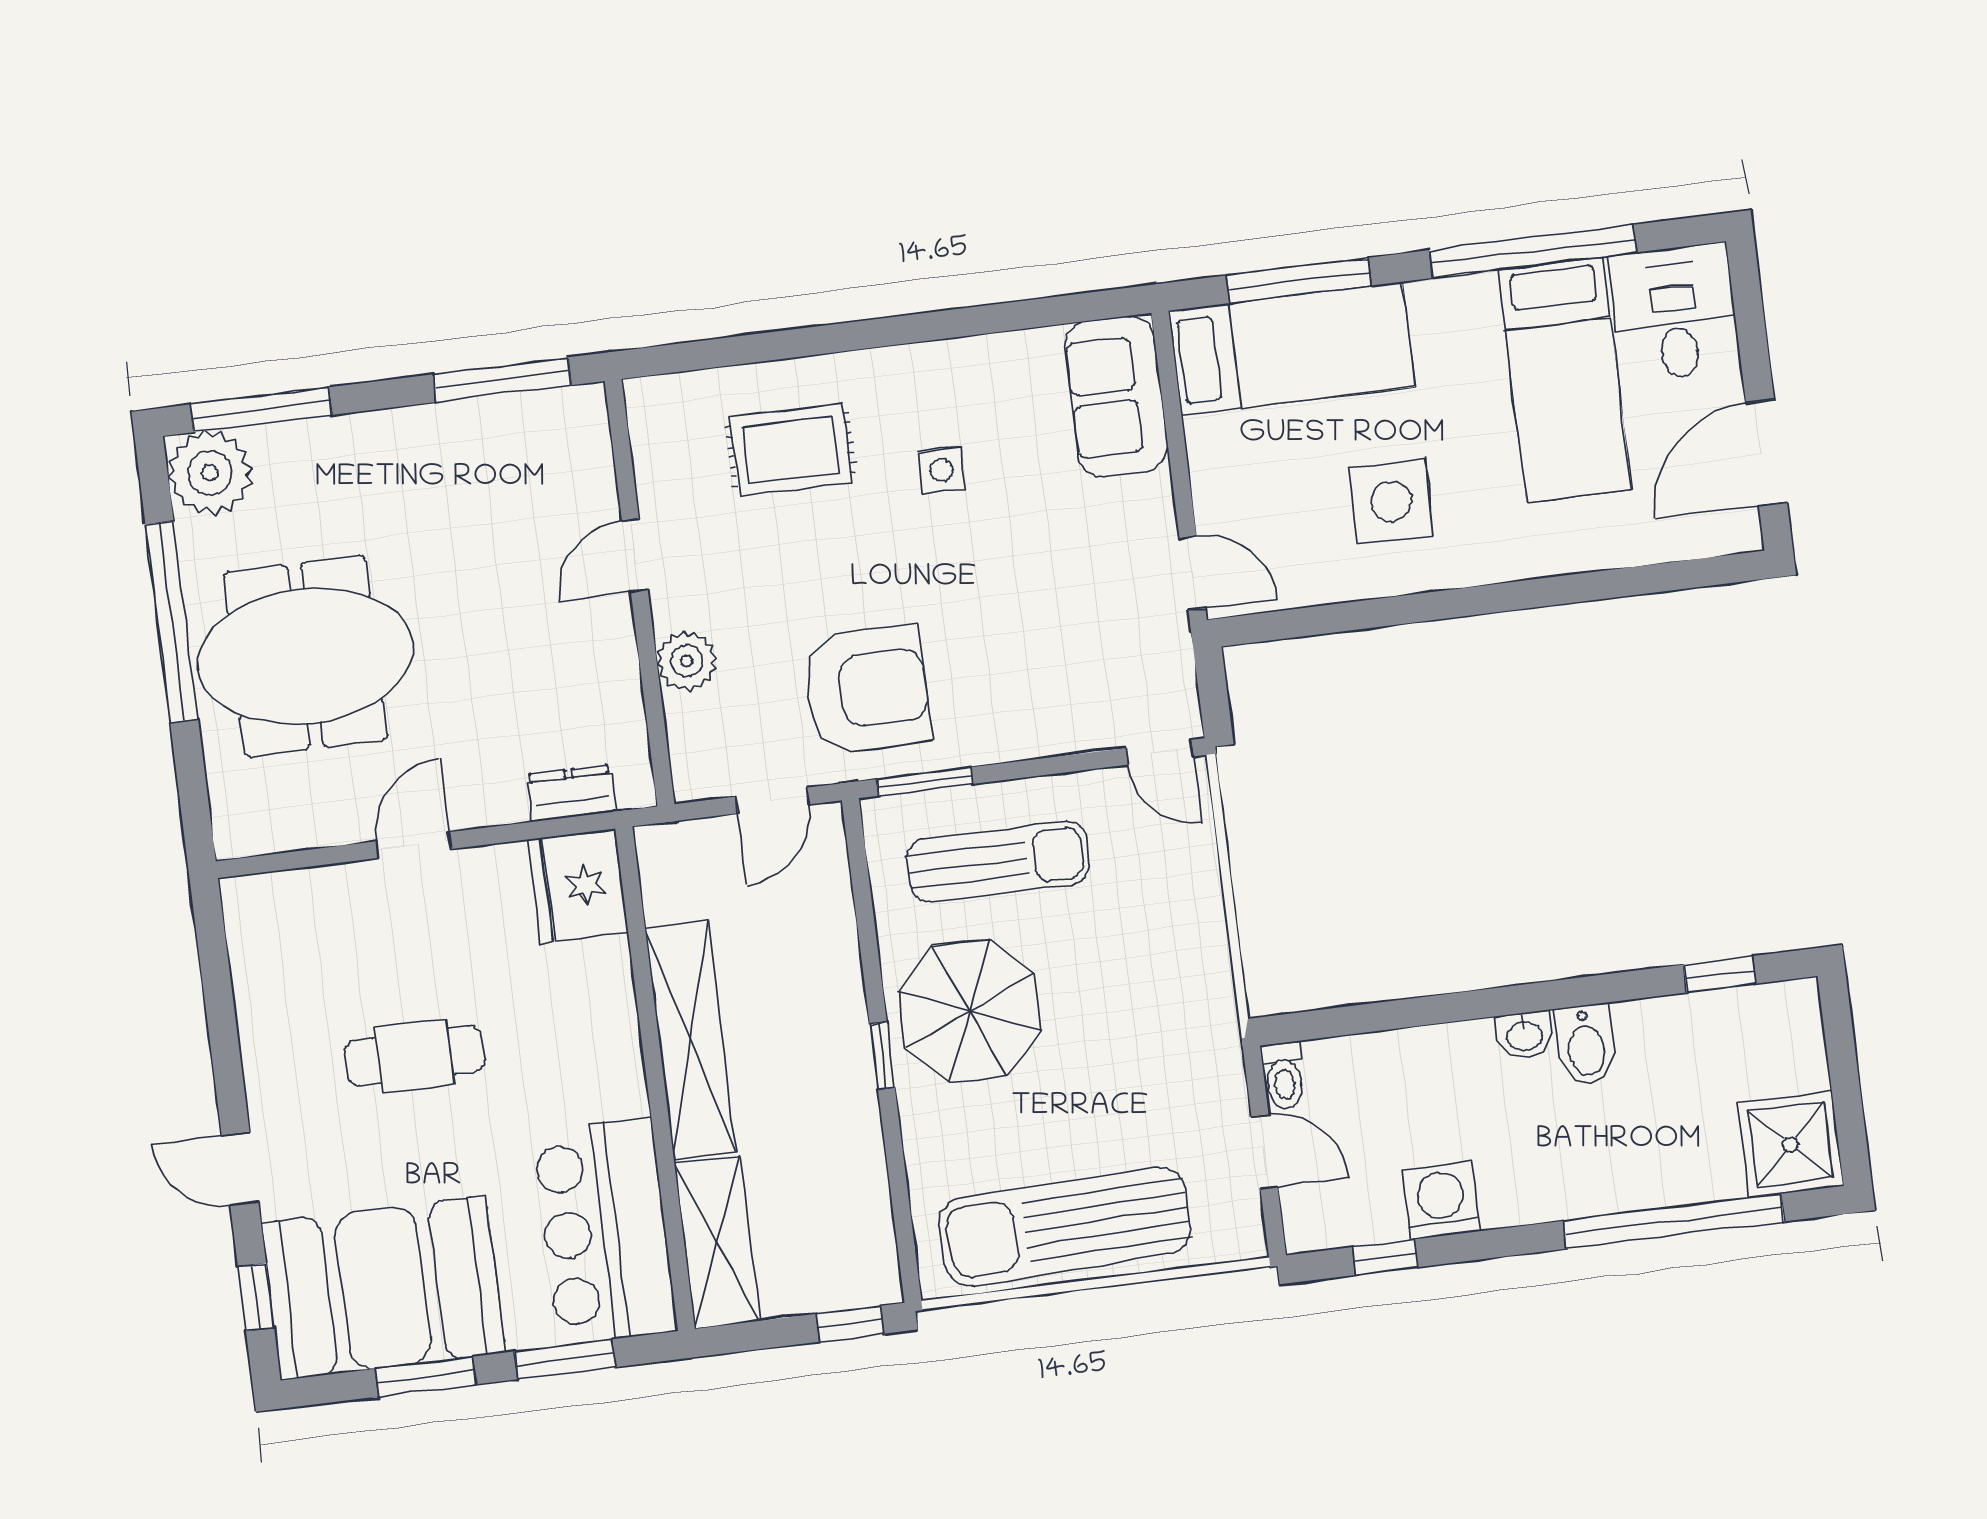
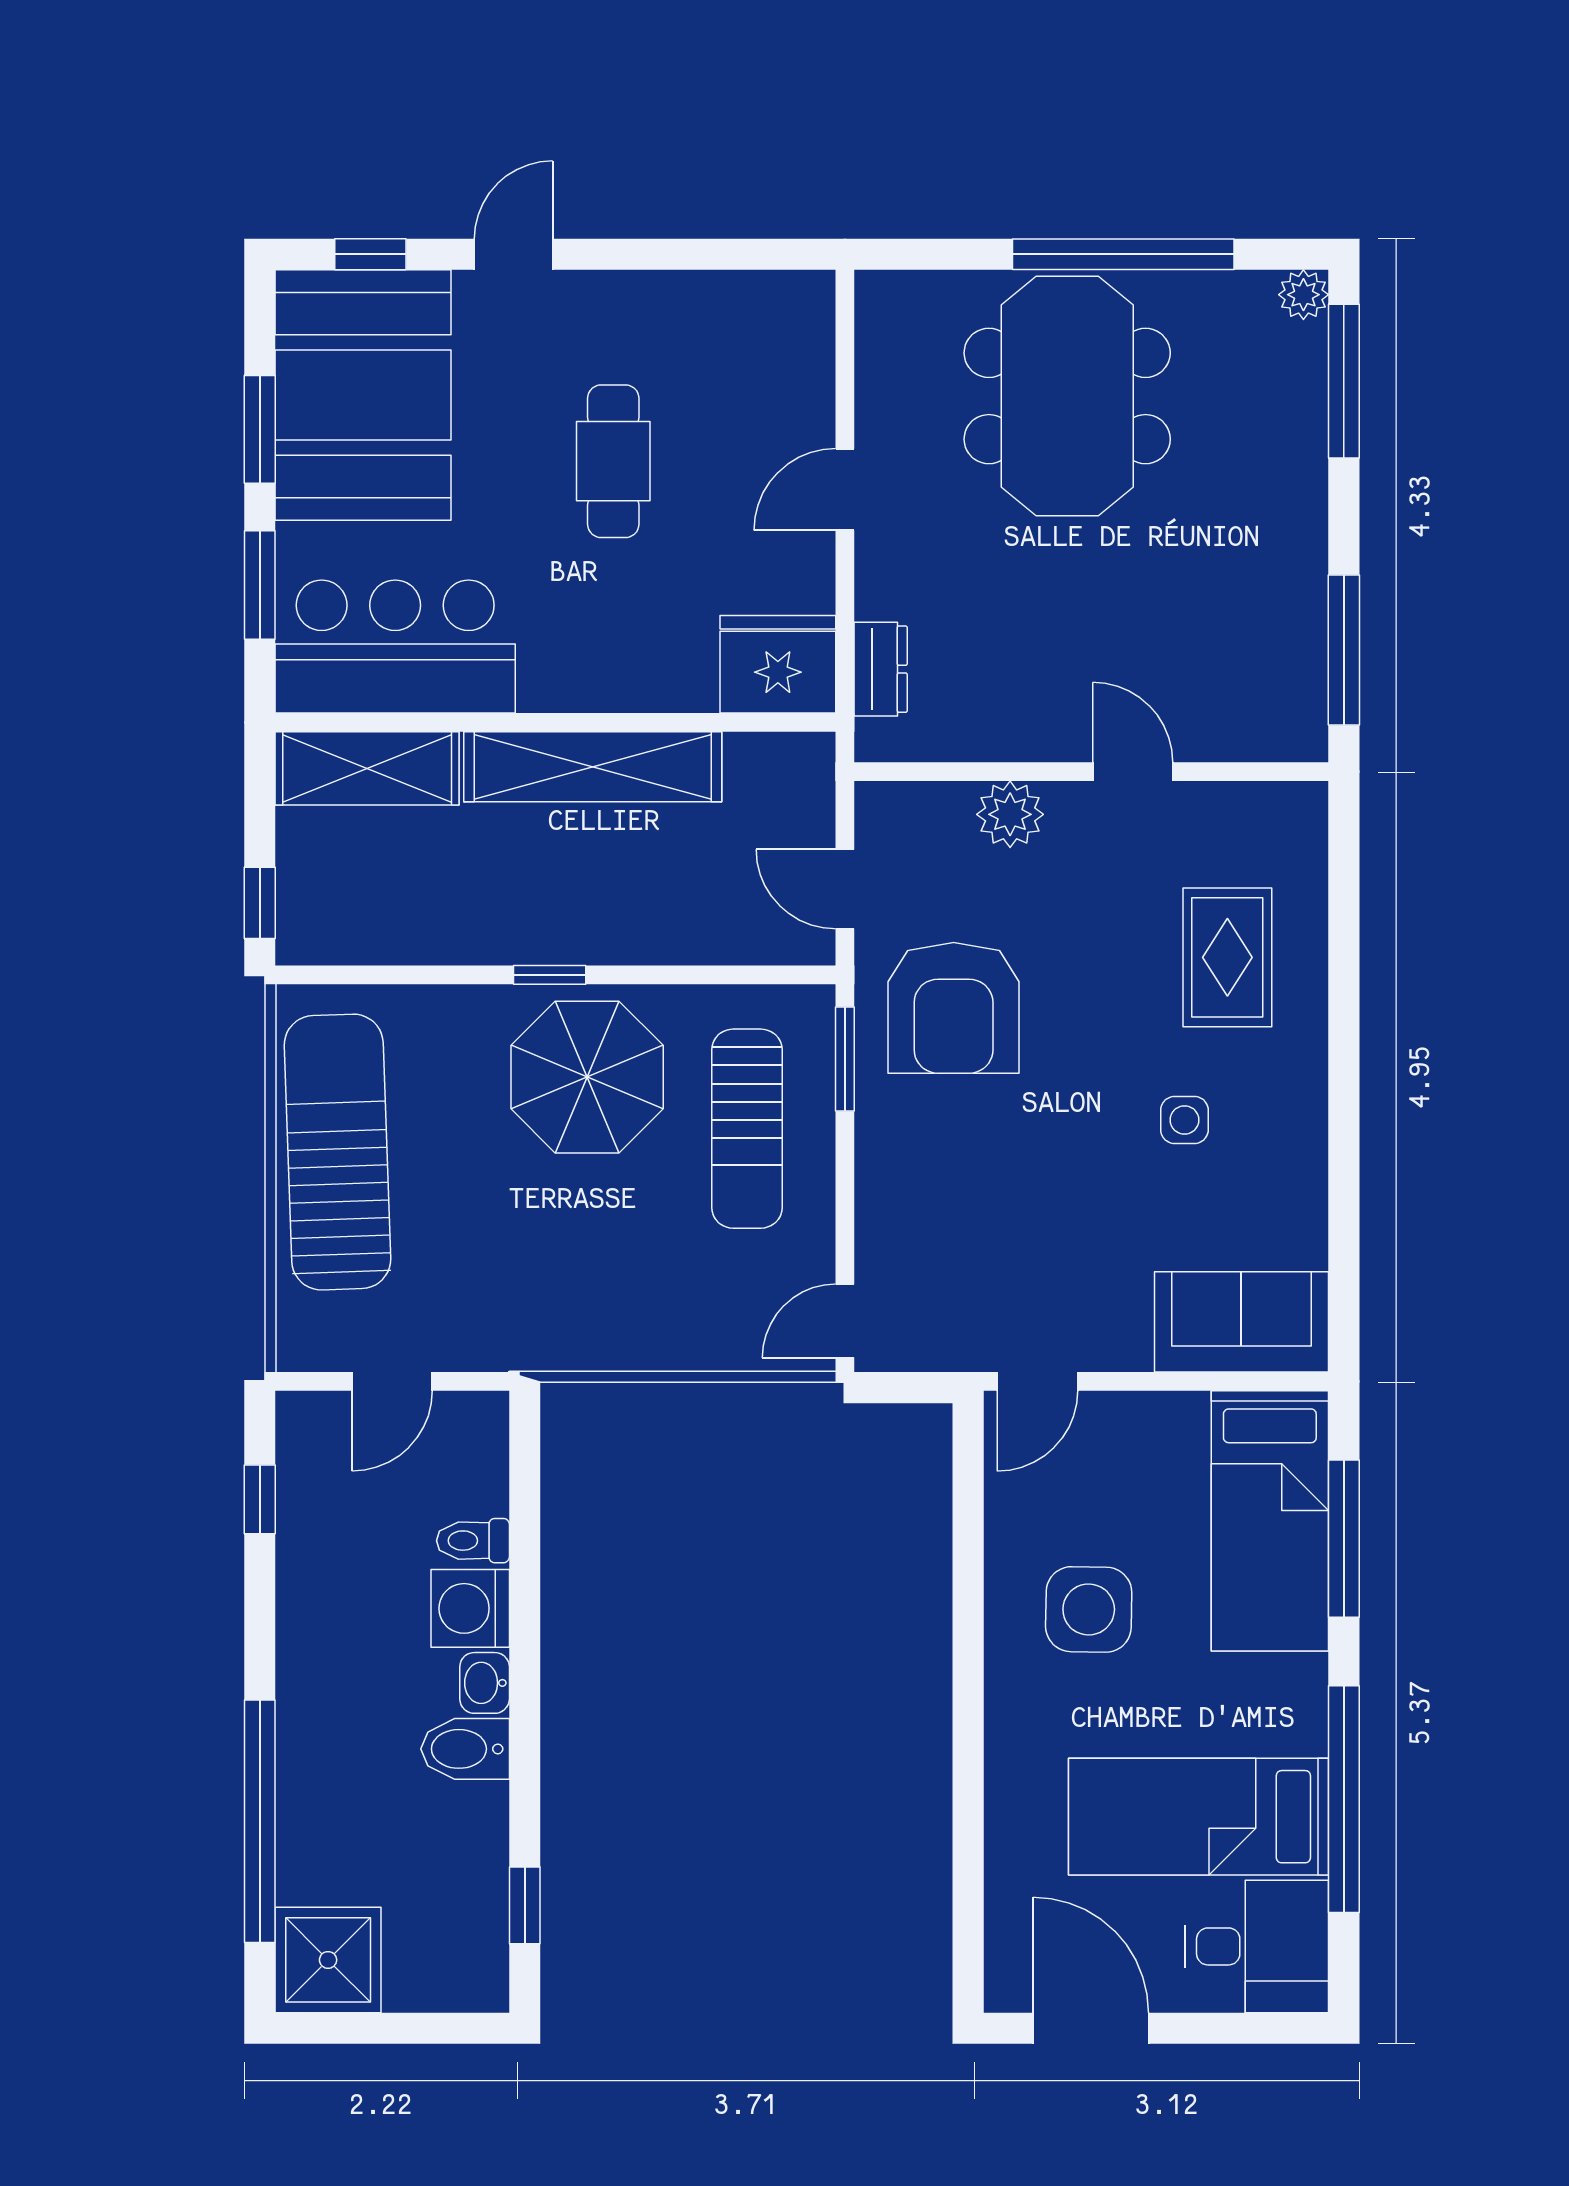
plant: (210, 473) -> (1303, 295), width x0.53, depth x0.53
door: (414, 845) -> (845, 489), swing flipped
toilet: (1284, 1076) -> (473, 1541), moved
washing machine: (1441, 1201) -> (470, 1608), moved, turned 180

